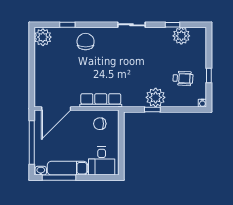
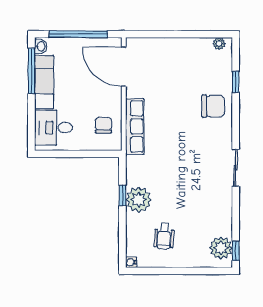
window: (172, 25) -> (236, 251), moved
plant: (181, 36) -> (221, 248), moved
plant: (43, 37) -> (219, 44), width x0.53, depth x0.53
window: (209, 76) -> (168, 271), removed

